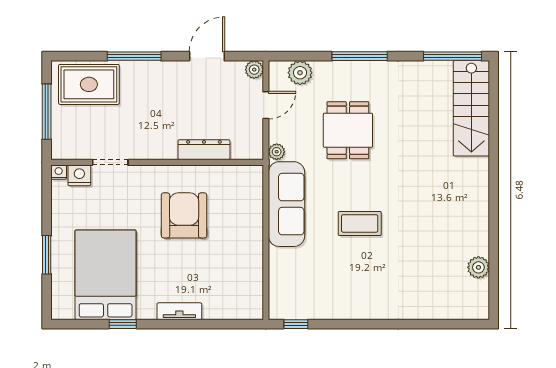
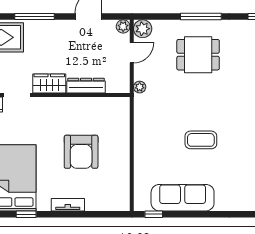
plant: (300, 73) -> (143, 29), moved
dining table: (348, 130) -> (198, 55), moved, turned 90
wardrobe: (154, 147) -> (49, 83), added
sofa: (287, 204) -> (183, 198), moved, turned -90
armchair: (184, 215) -> (81, 152), moved, turned 180

